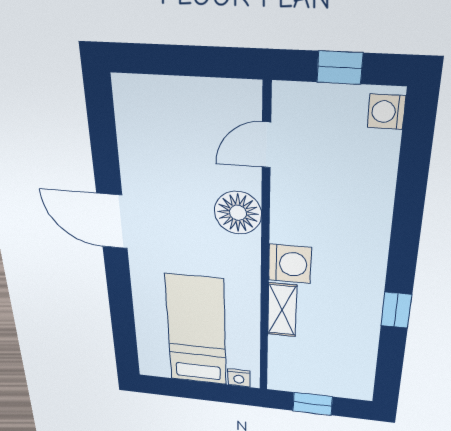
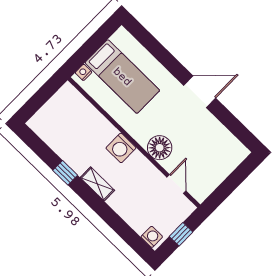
shelving: (282, 310) -> (97, 184), moved
window: (313, 404) -> (44, 94), removed

